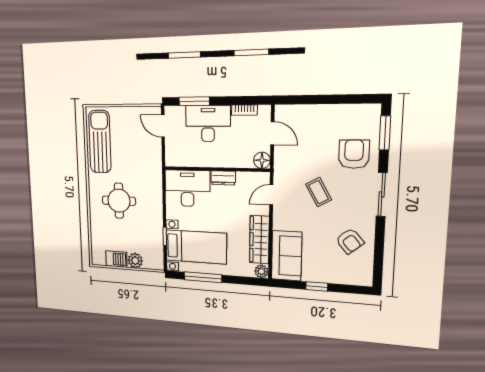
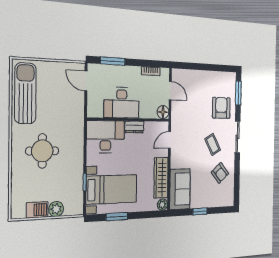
desk: (208, 123) -> (122, 103), moved, turned 180
coffee table: (319, 192) -> (213, 144), moved
window: (203, 277) -> (117, 217), width x0.69

